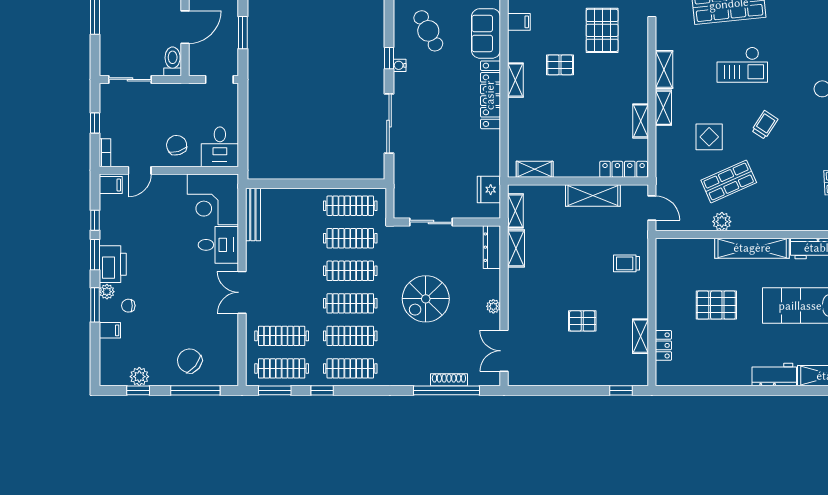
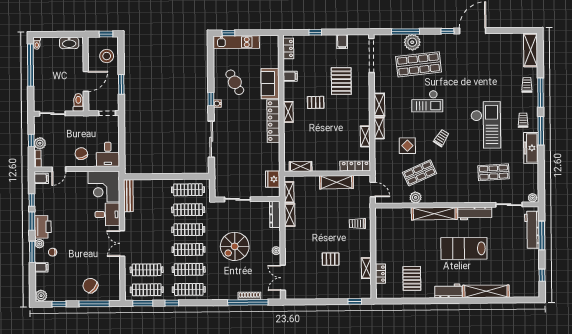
plant: (109, 128) -> (40, 143), added
pallet: (716, 305) -> (412, 278), moved, turned 90
plant: (139, 377) -> (41, 296), moved

